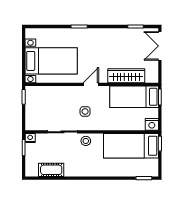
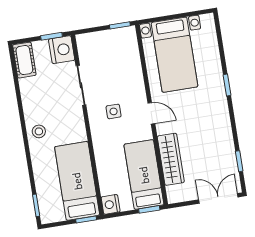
nightstand: (30, 138) -> (62, 50), width x1.89, depth x1.79
stool: (86, 141) -> (39, 131), moved
cot: (51, 170) -> (24, 60), moved

